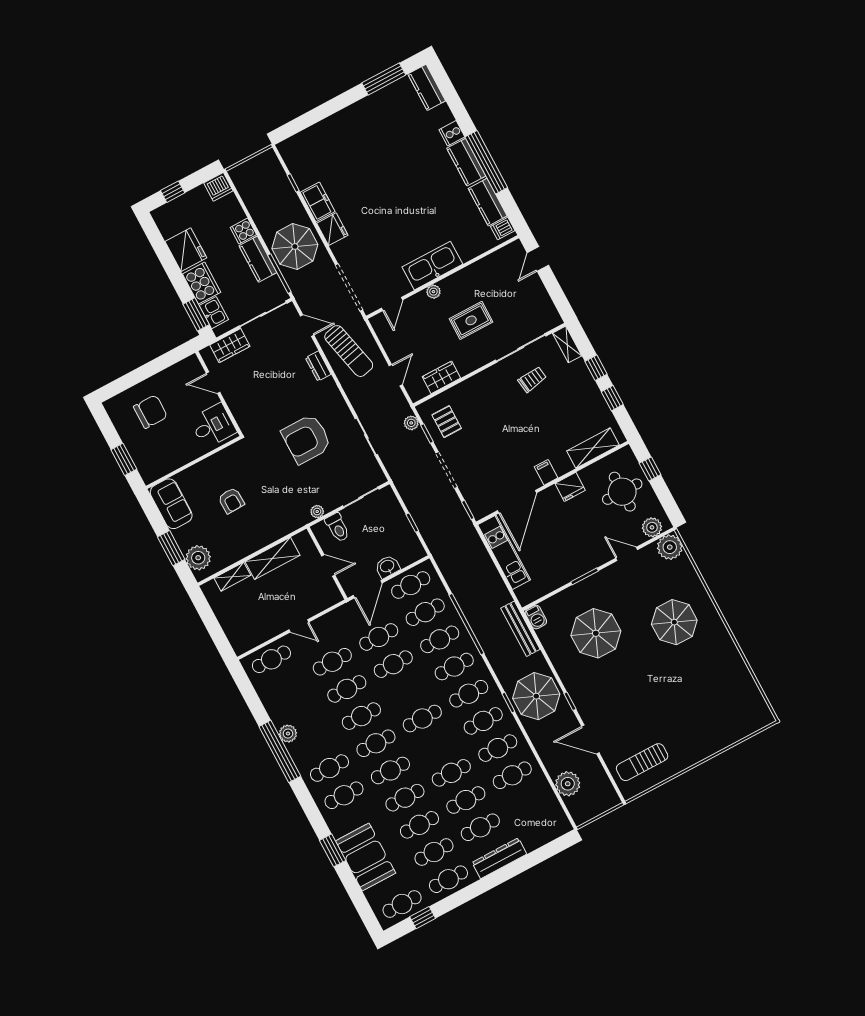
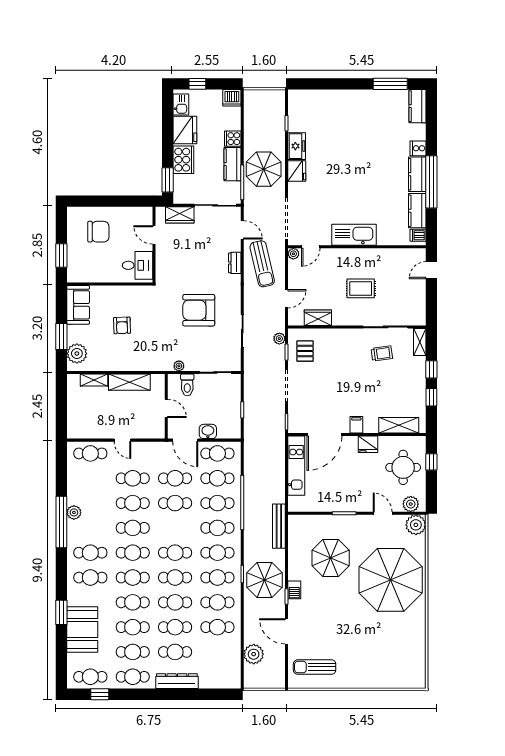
plant: (433, 292) -> (293, 254), moved
kitchen sink: (214, 313) -> (181, 104), moved
door: (368, 589) -> (185, 440), hinge flipped
barbecue: (536, 617) -> (294, 590), moved
parasol: (674, 622) -> (391, 580), width x1.86, depth x1.86
cafe table: (437, 746) -> (175, 578), added

